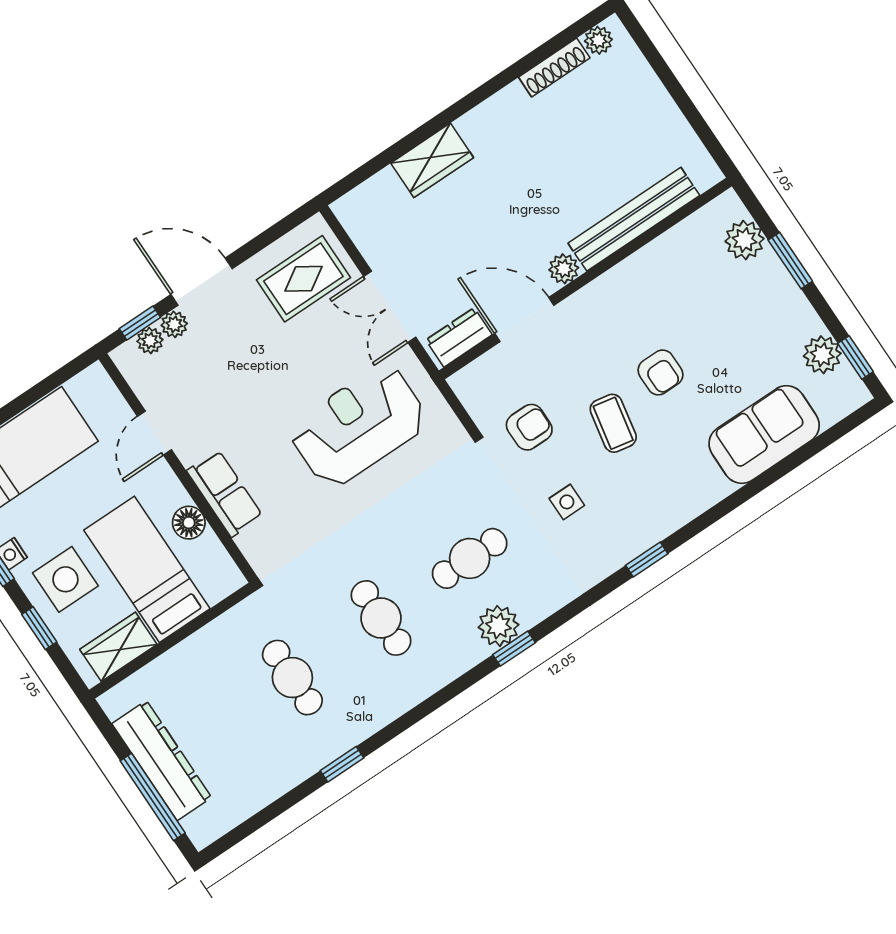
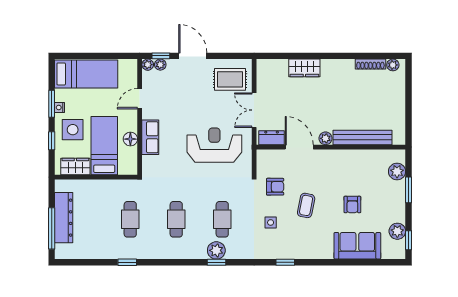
plant: (174, 324) -> (148, 65), moved
armchair: (661, 372) -> (352, 204), moved
cafe table: (470, 558) -> (222, 219), turned 90

